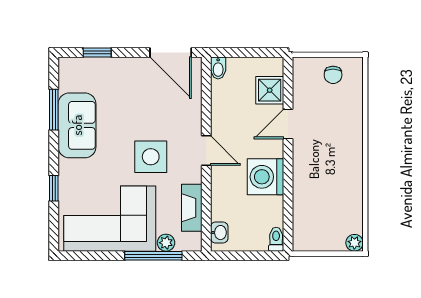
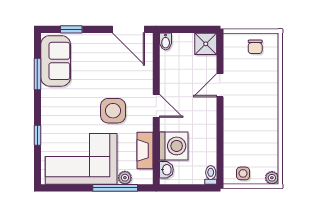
shower: (270, 90) -> (206, 44), moved
sofa: (77, 125) -> (56, 61), moved
washing machine: (265, 177) -> (174, 146), moved, turned 180
side table: (317, 237) -> (243, 173), added

